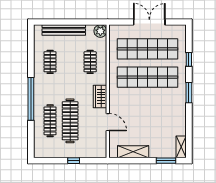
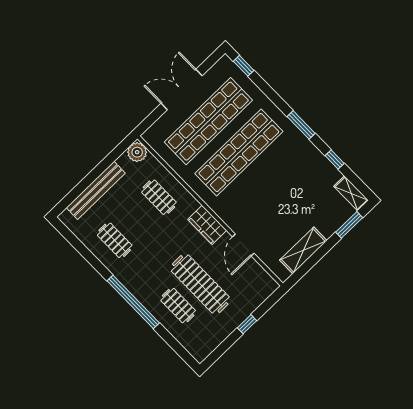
window: (189, 59) -> (244, 66), moved
clothes rail: (50, 121) -> (178, 306), width x0.73
door: (108, 122) -> (243, 245), swing flipped
window: (189, 124) -> (335, 159), added

